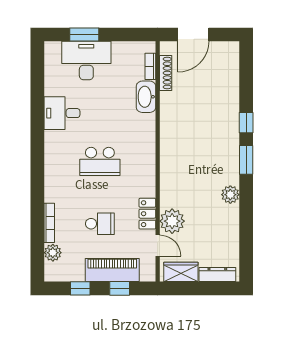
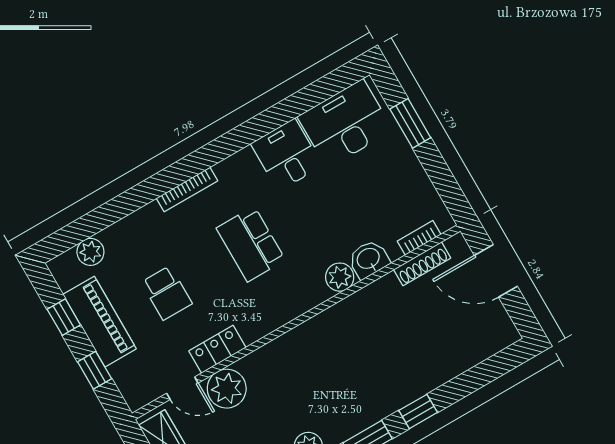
desk: (86, 60) -> (345, 124), moved, turned -90
washbasin: (146, 97) -> (369, 259), width x0.72
plant: (147, 123) -> (340, 277), added
bookcase: (49, 223) -> (187, 189), moved
door: (158, 245) -> (182, 388), hinge flipped
piano: (112, 270) -> (100, 322), moved

